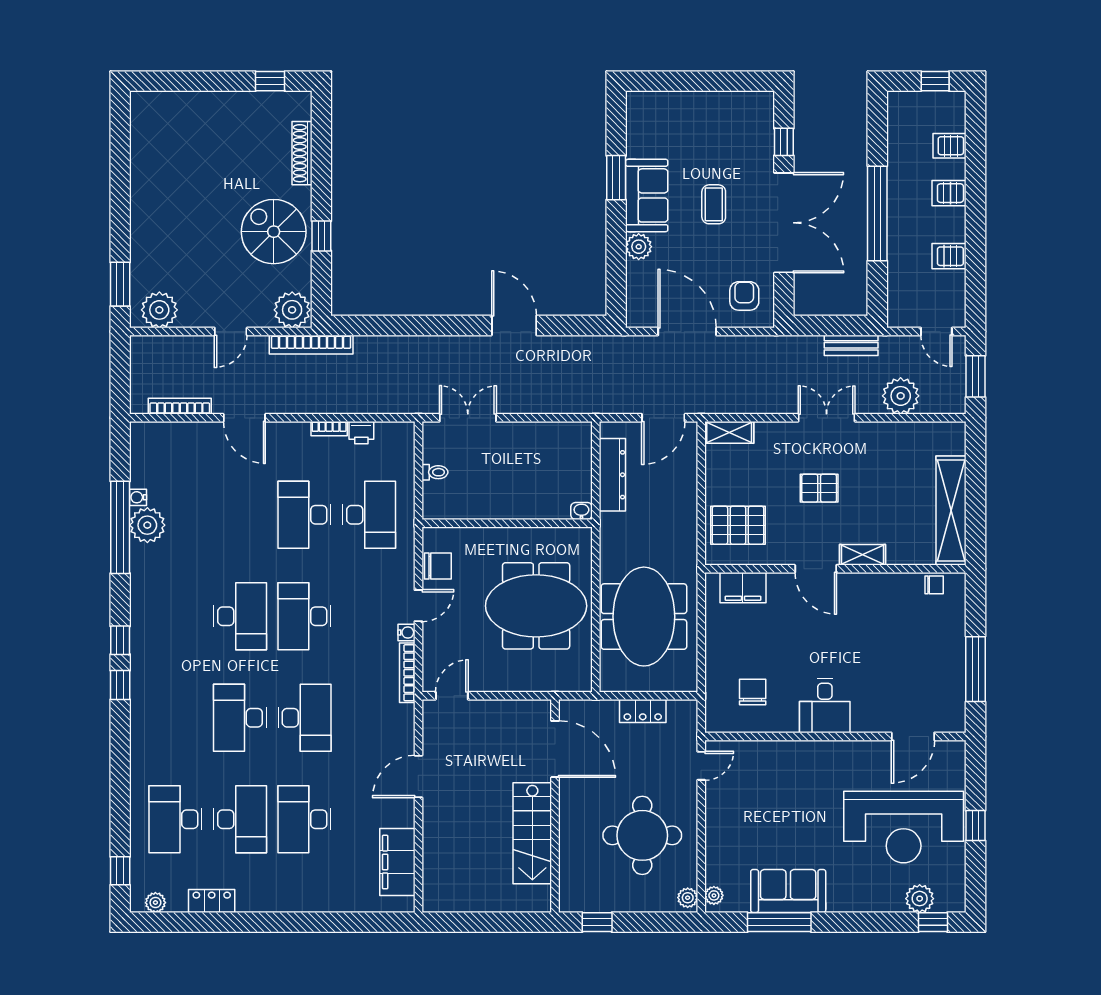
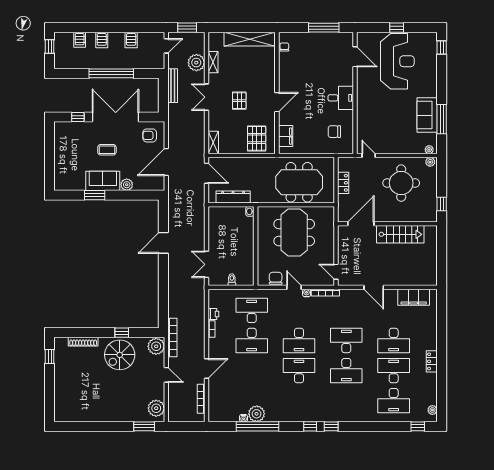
bench: (851, 345) -> (173, 86), width x1.36
shelving: (862, 555) -> (213, 62), moved
plant: (920, 899) -> (431, 54), removed
locker: (212, 901) -> (432, 361), moved

